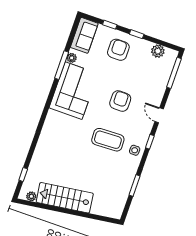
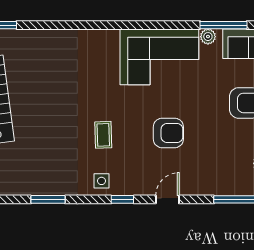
window: (62, 65) -> (223, 25), moved
coffee table: (108, 140) -> (103, 135), width x0.54, depth x0.58

